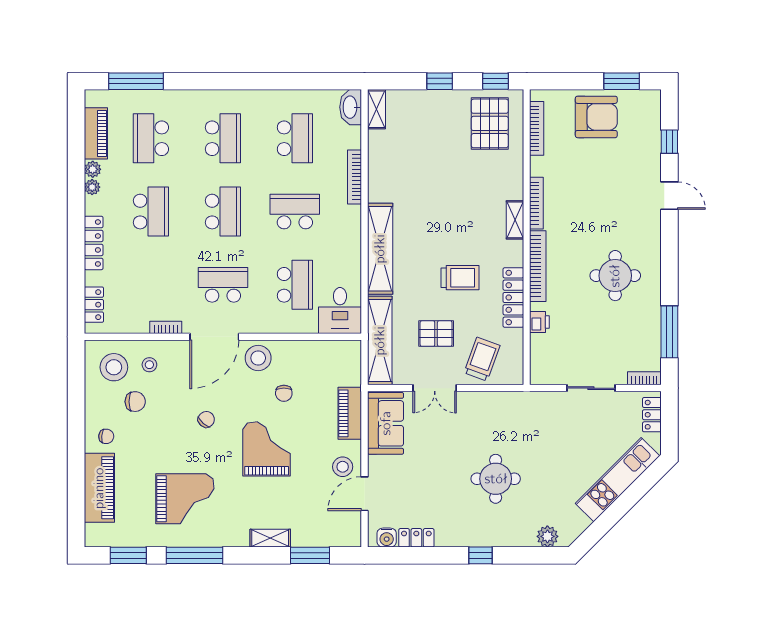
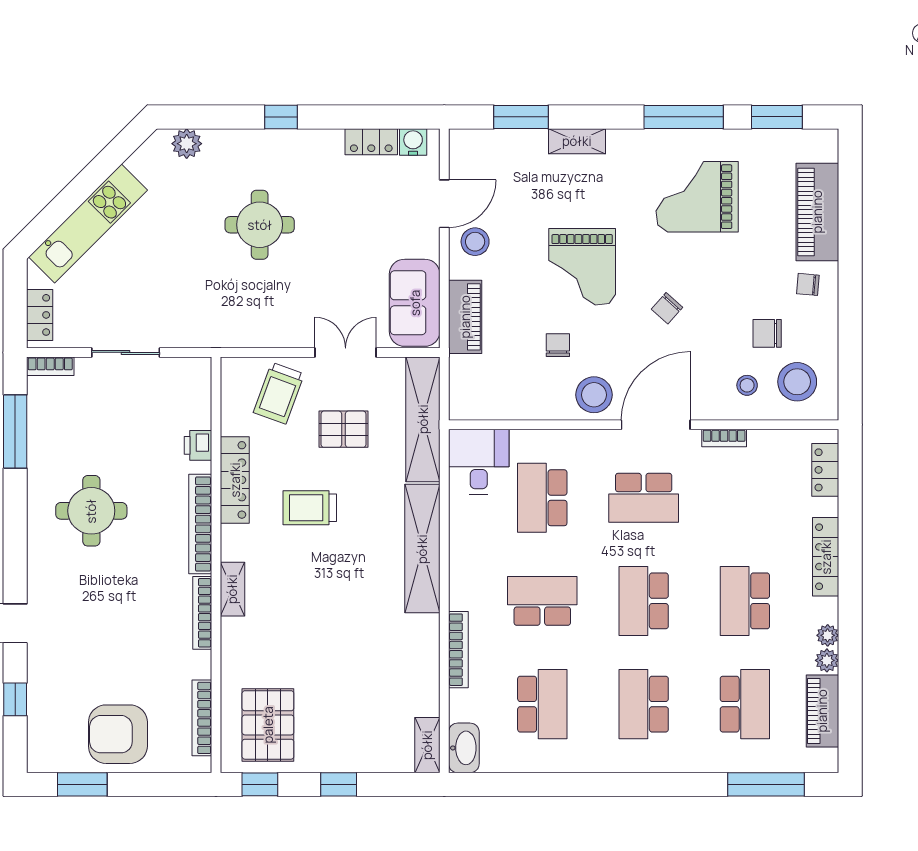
school desk: (295, 138) -> (542, 704), turned 180
school desk: (295, 212) -> (542, 601), turned 180

